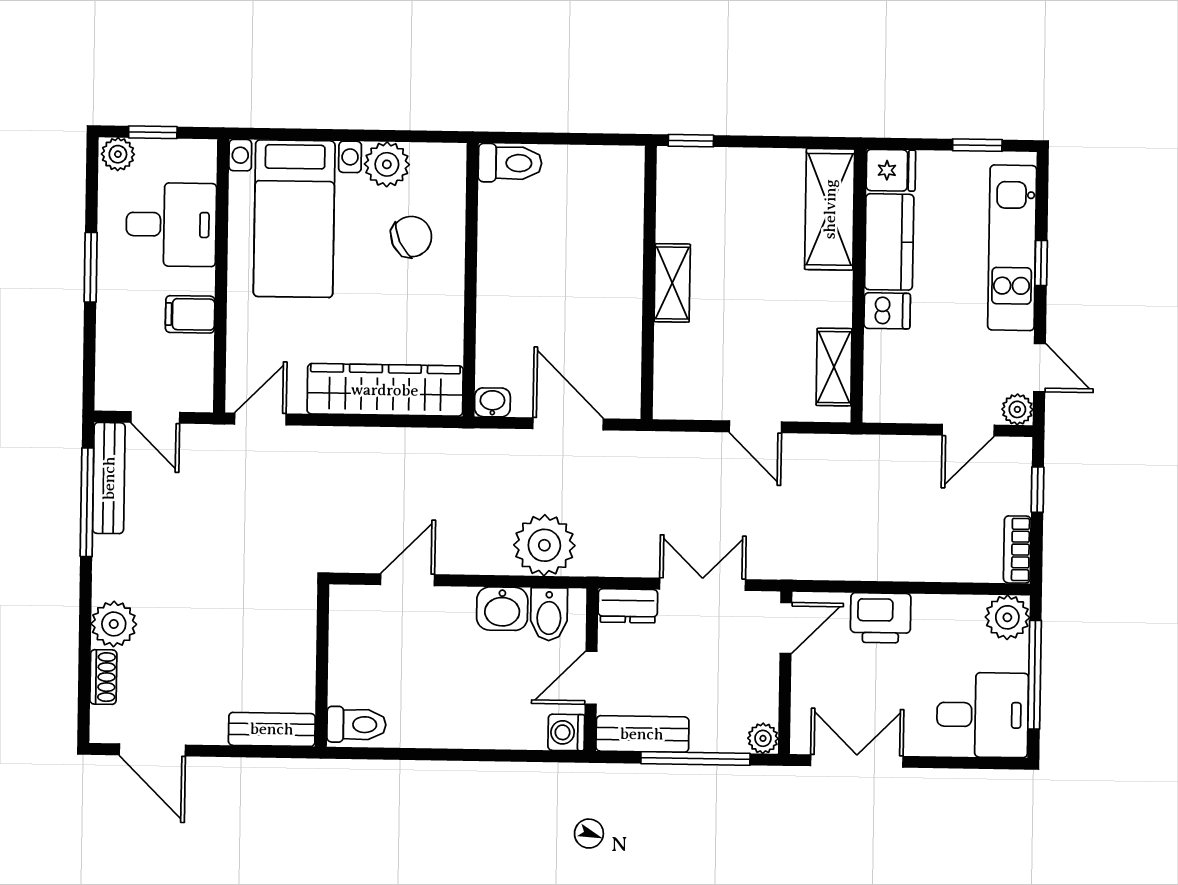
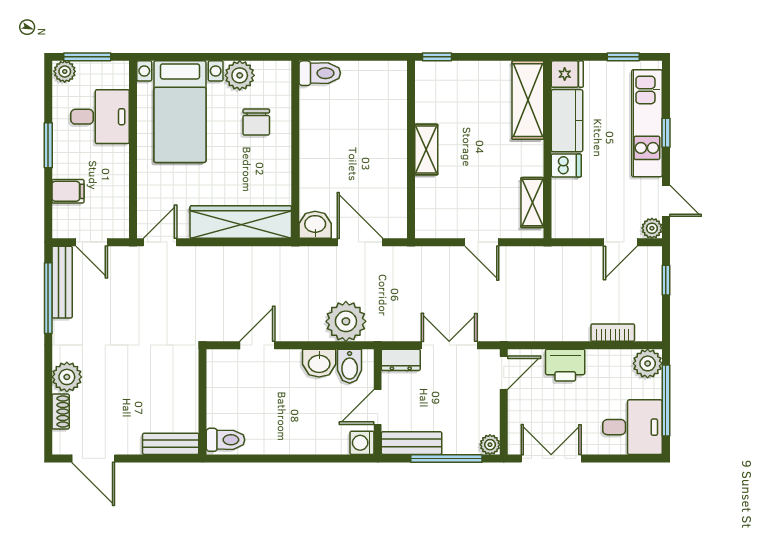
window: (153, 132) -> (87, 57), width x1.50
chair: (411, 237) -> (256, 122), turned 115
filing cabinet: (190, 314) -> (68, 191), moved, turned 180
washbasin: (492, 402) -> (315, 225), width x1.38, depth x1.45
bookcase: (1017, 549) -> (613, 333), moved, turned 90

